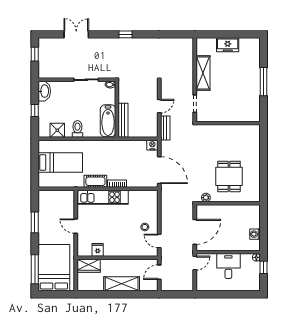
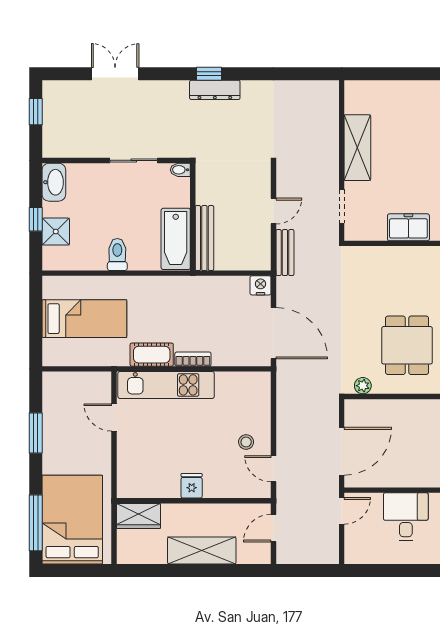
dresser: (128, 43) -> (215, 90), added
freezer: (228, 45) -> (408, 227), moved, turned 180
shower: (57, 130) -> (56, 232), moved
door: (76, 226) -> (114, 417), moved
fridge: (98, 250) -> (192, 486), moved

